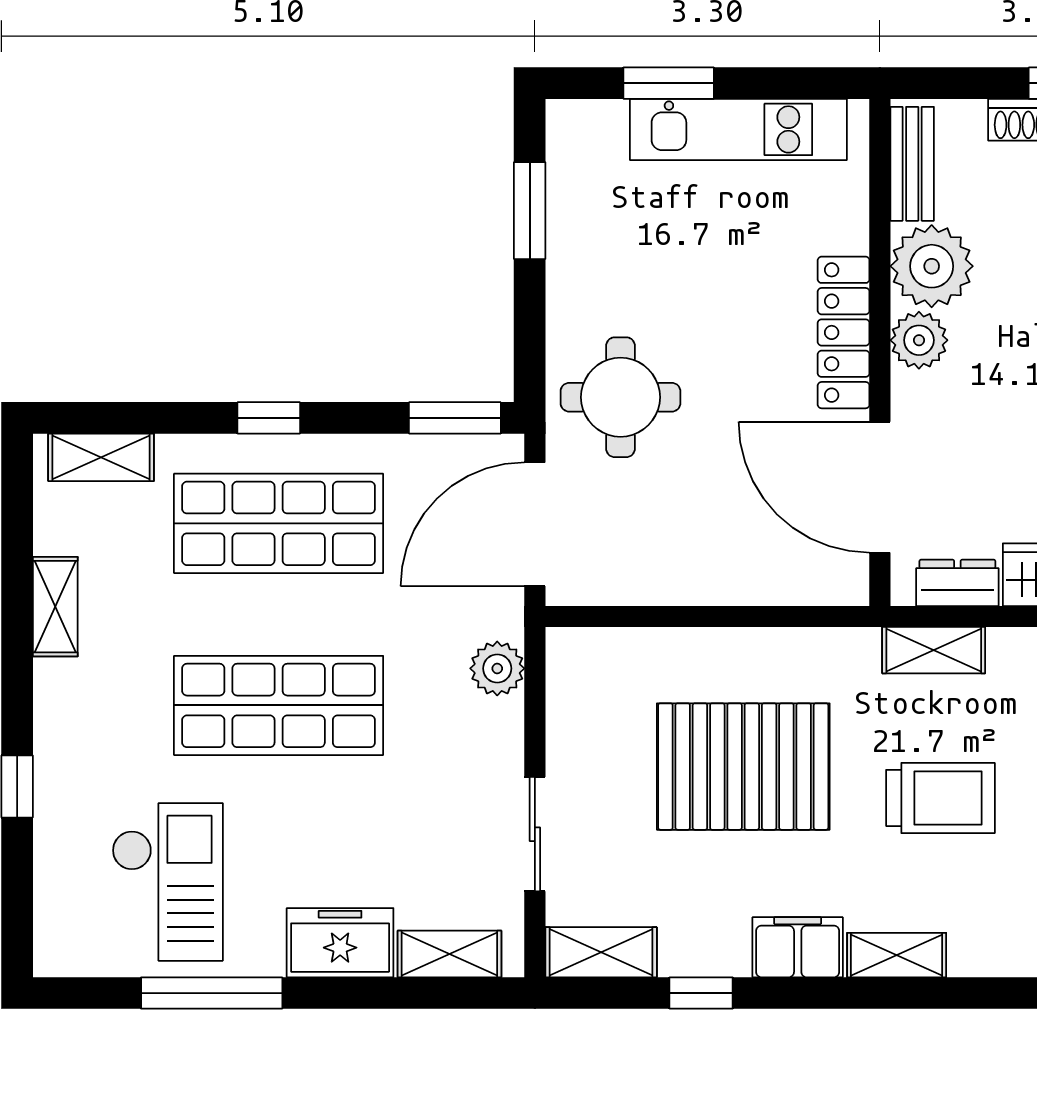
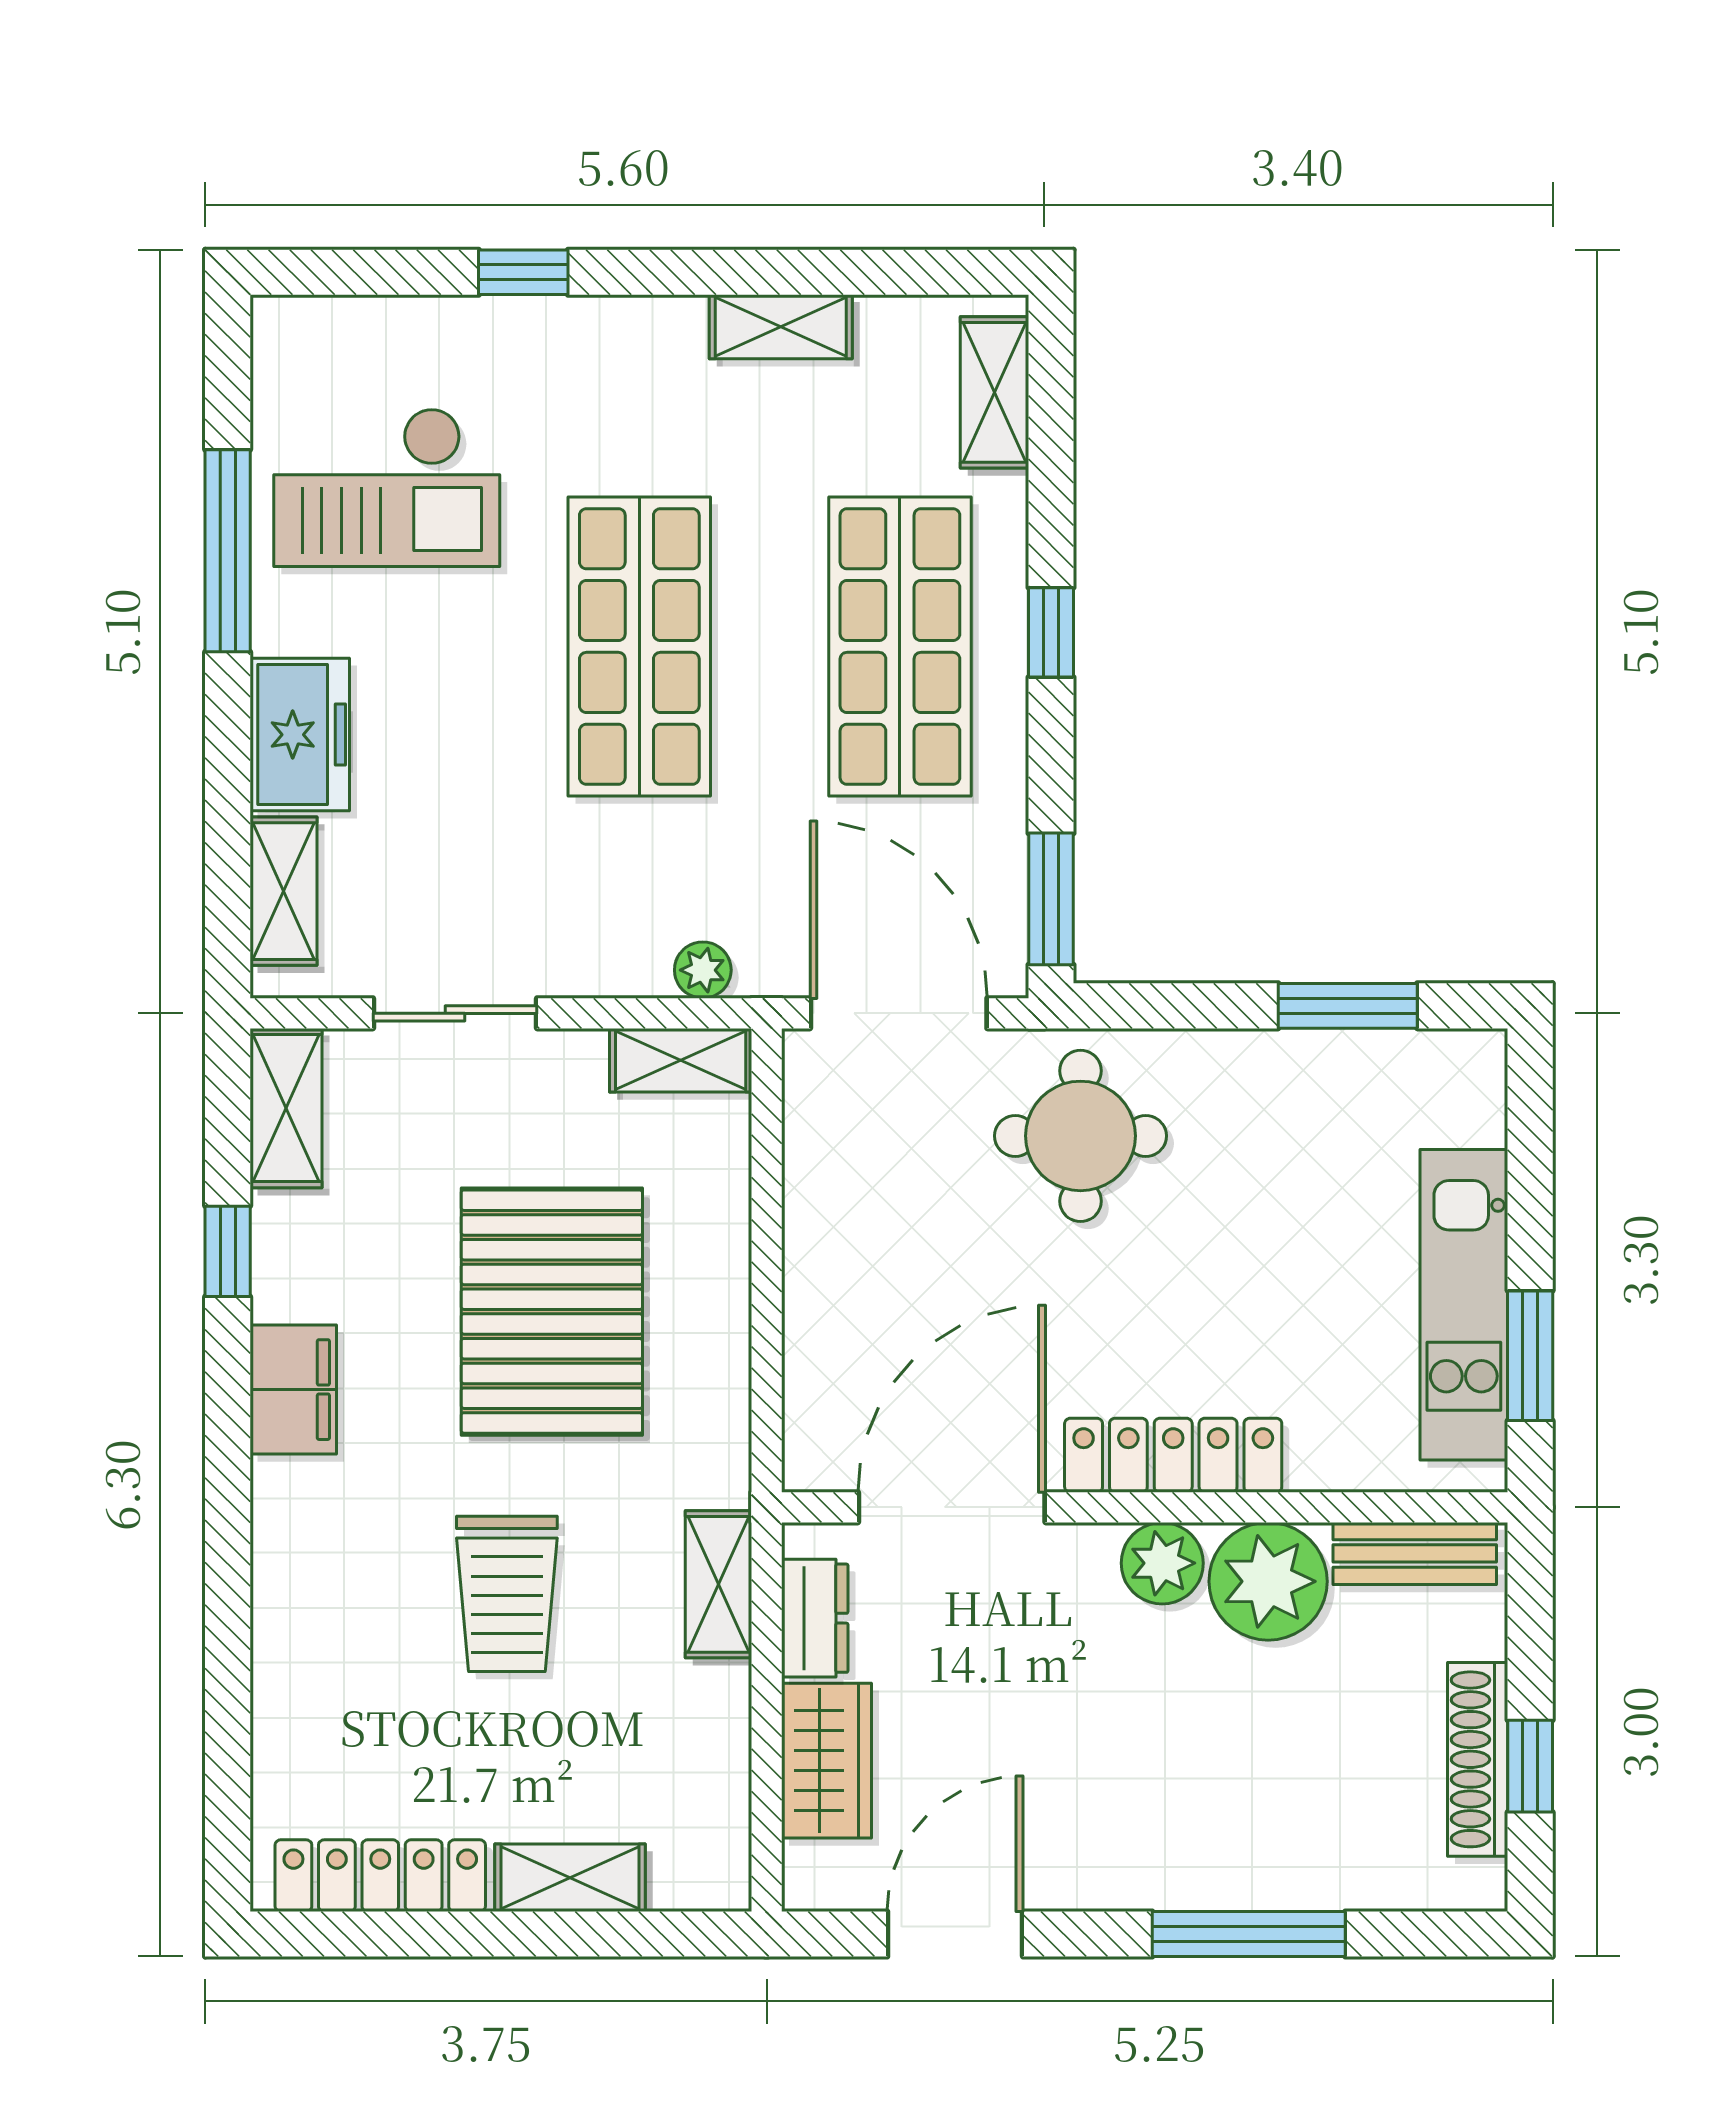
window: (669, 83) -> (1530, 1356), moved
plant: (497, 668) -> (703, 970), width x0.73, depth x0.73
shelving: (897, 955) -> (681, 1060), moved, turned 90

